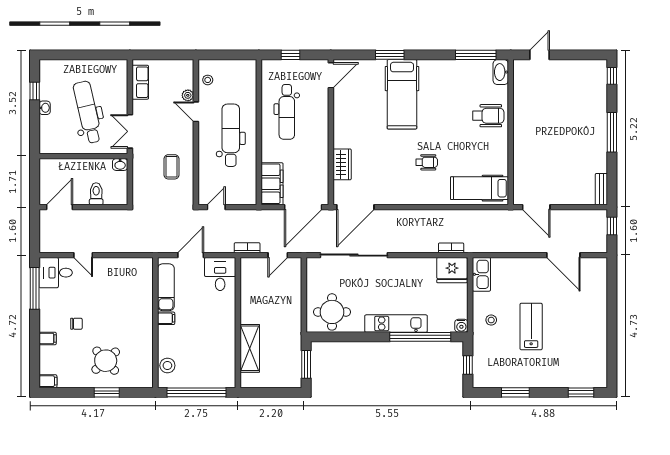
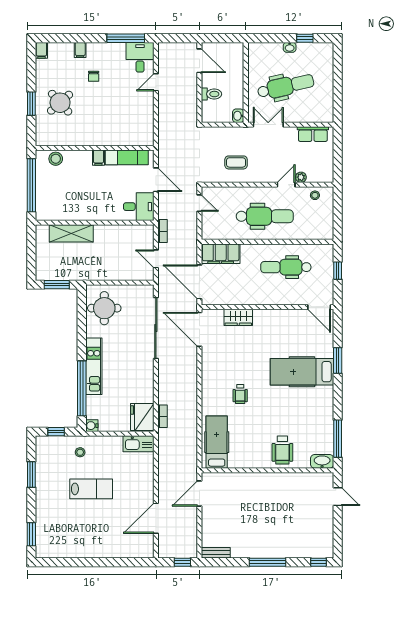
stool: (491, 320) -> (80, 452), moved

